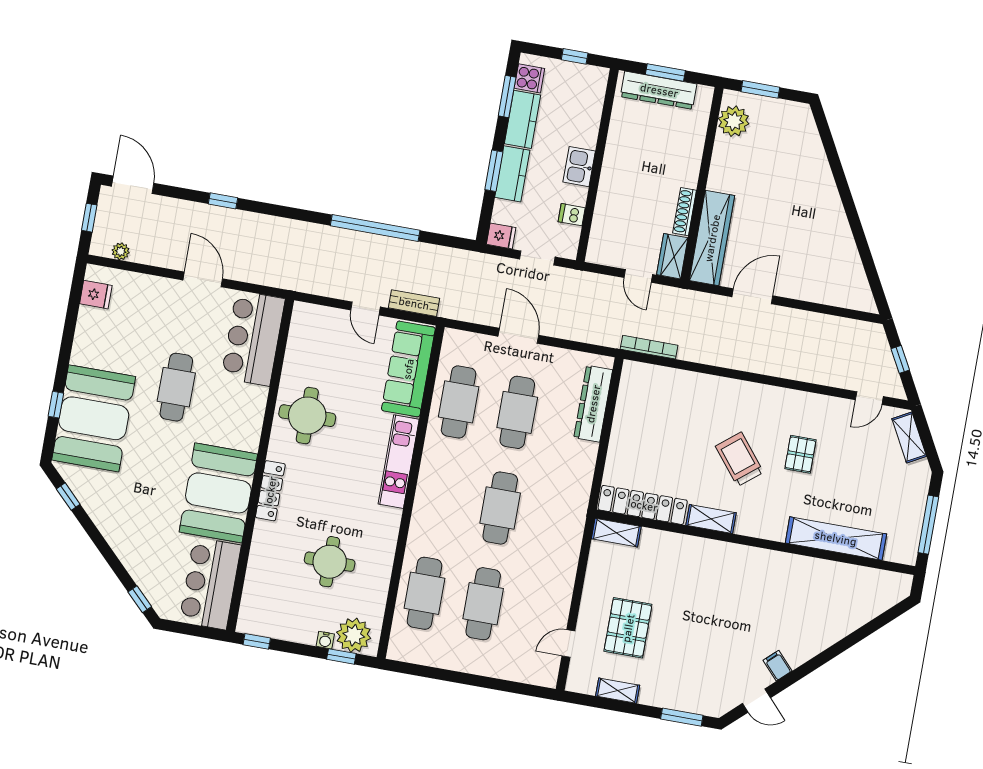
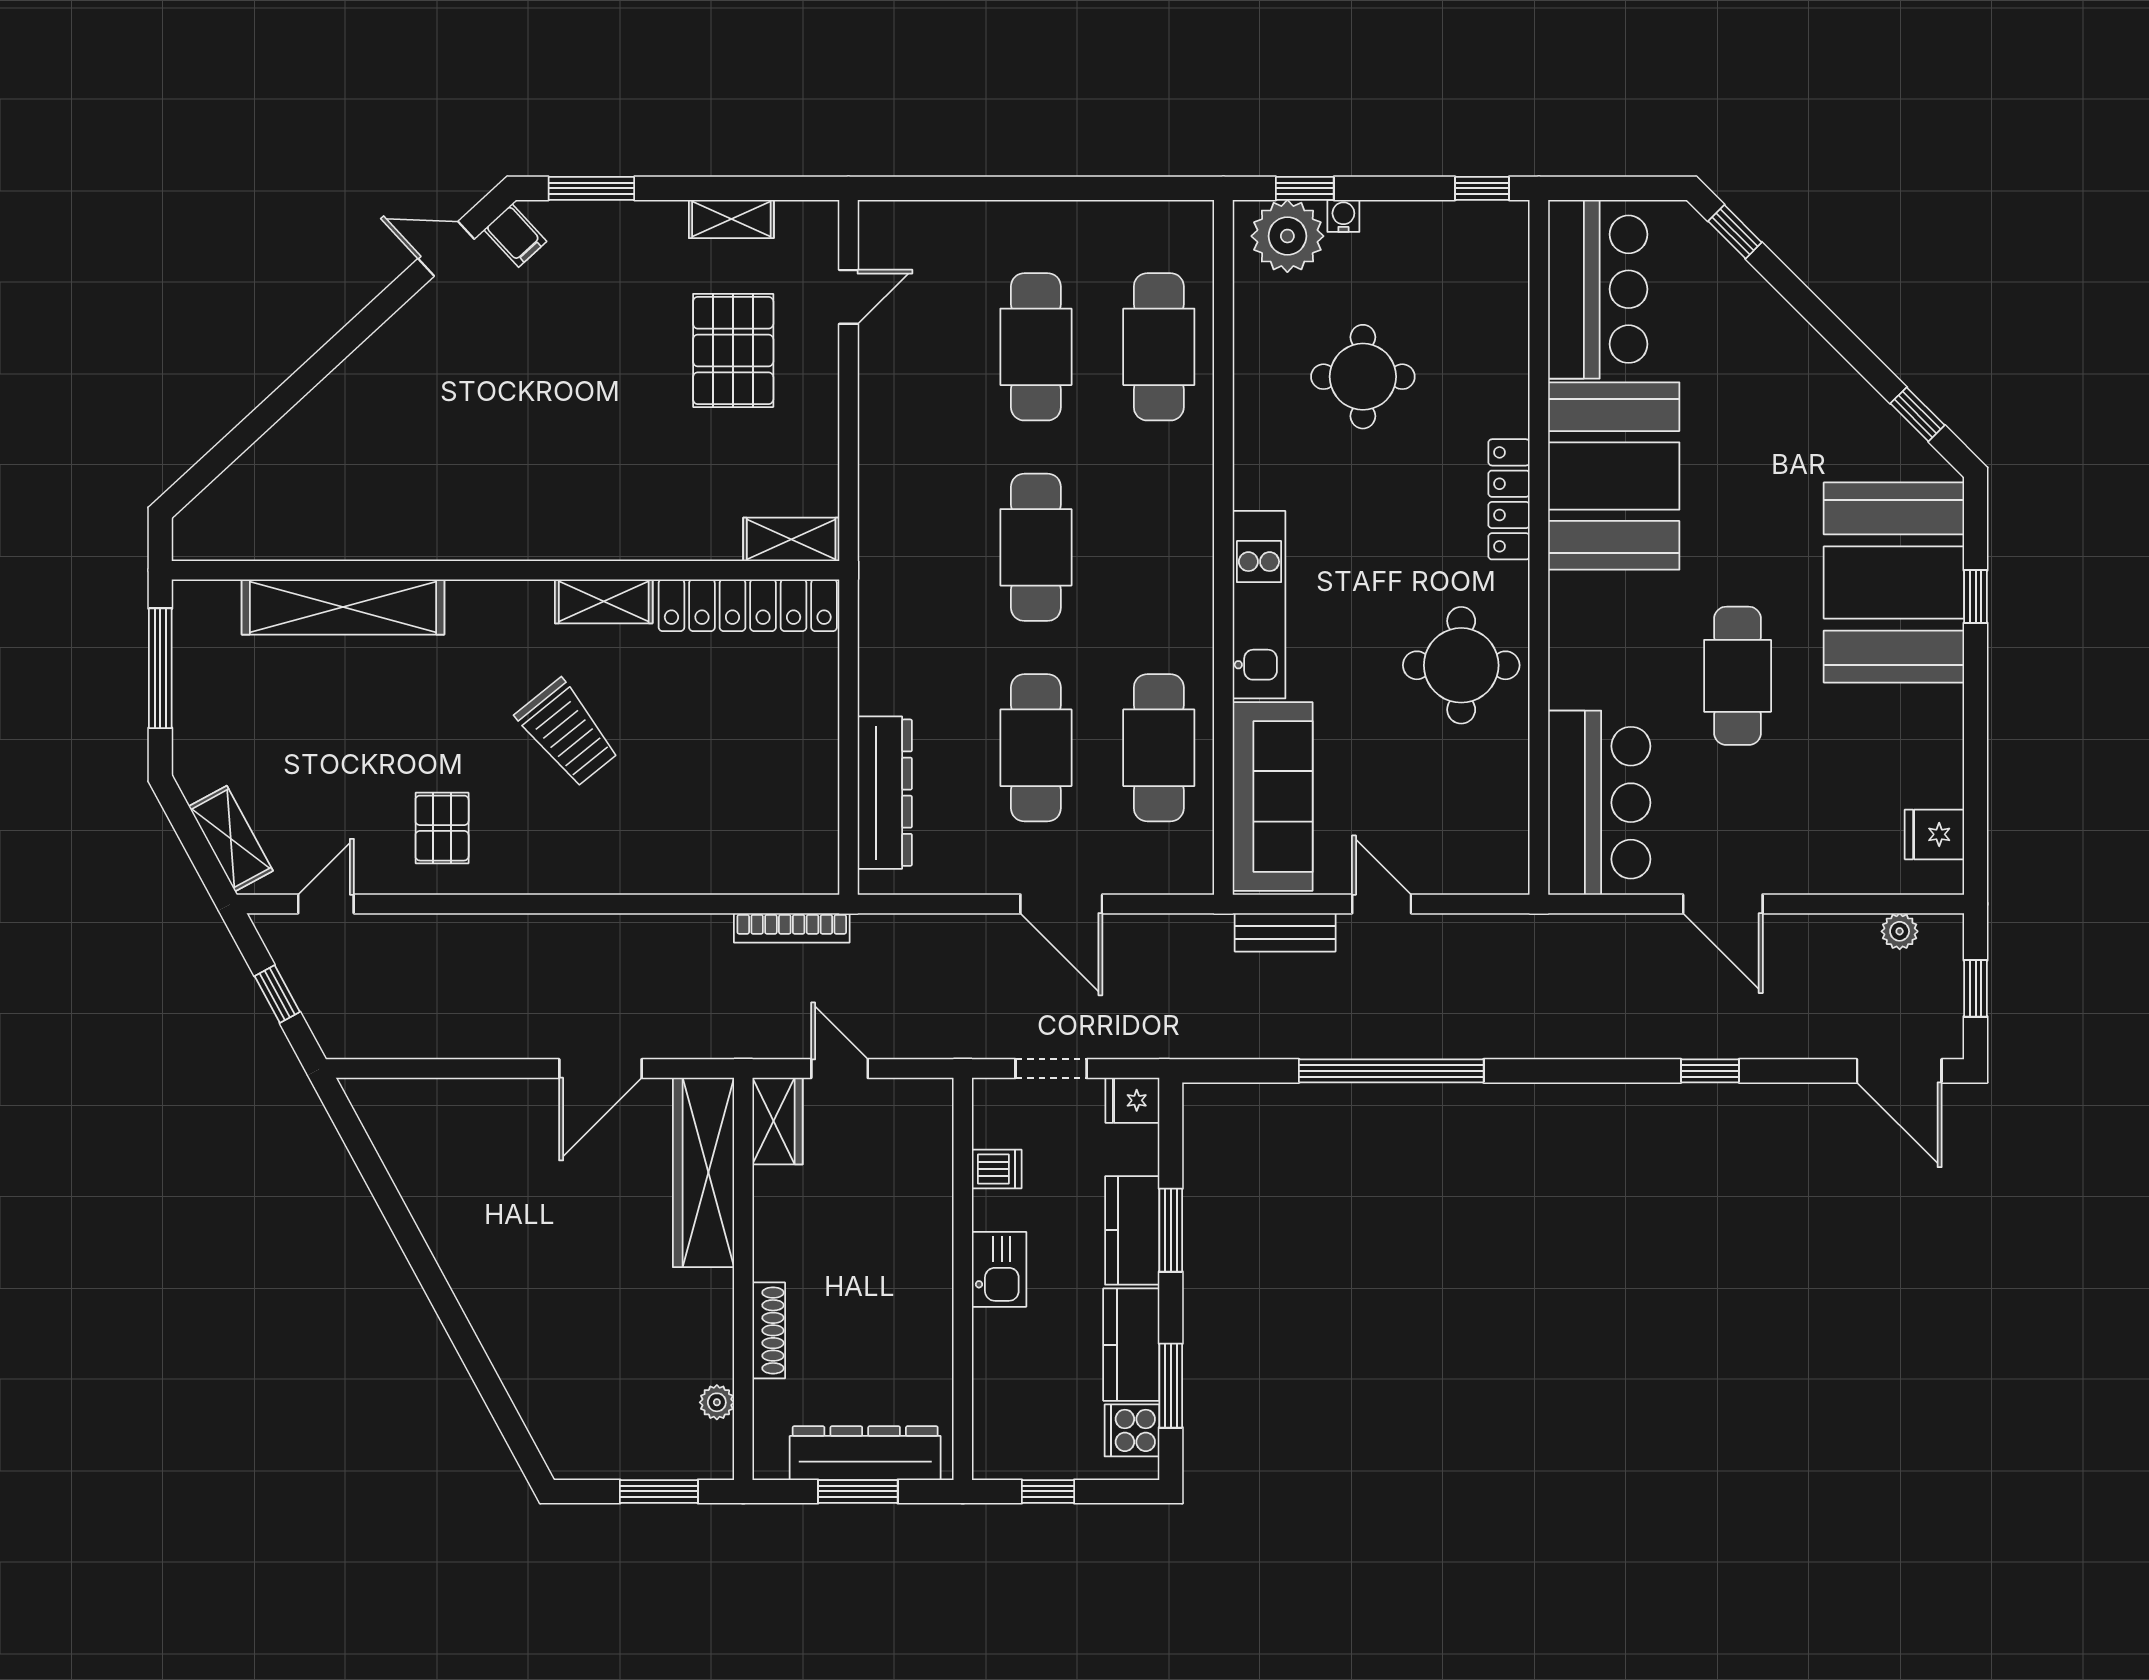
plant: (734, 121) -> (717, 1402), width x0.53, depth x0.53
shoe rack: (685, 212) -> (769, 1330), moved
pallet: (800, 454) -> (442, 828), moved
filing cabinet: (778, 666) -> (515, 235), moved

